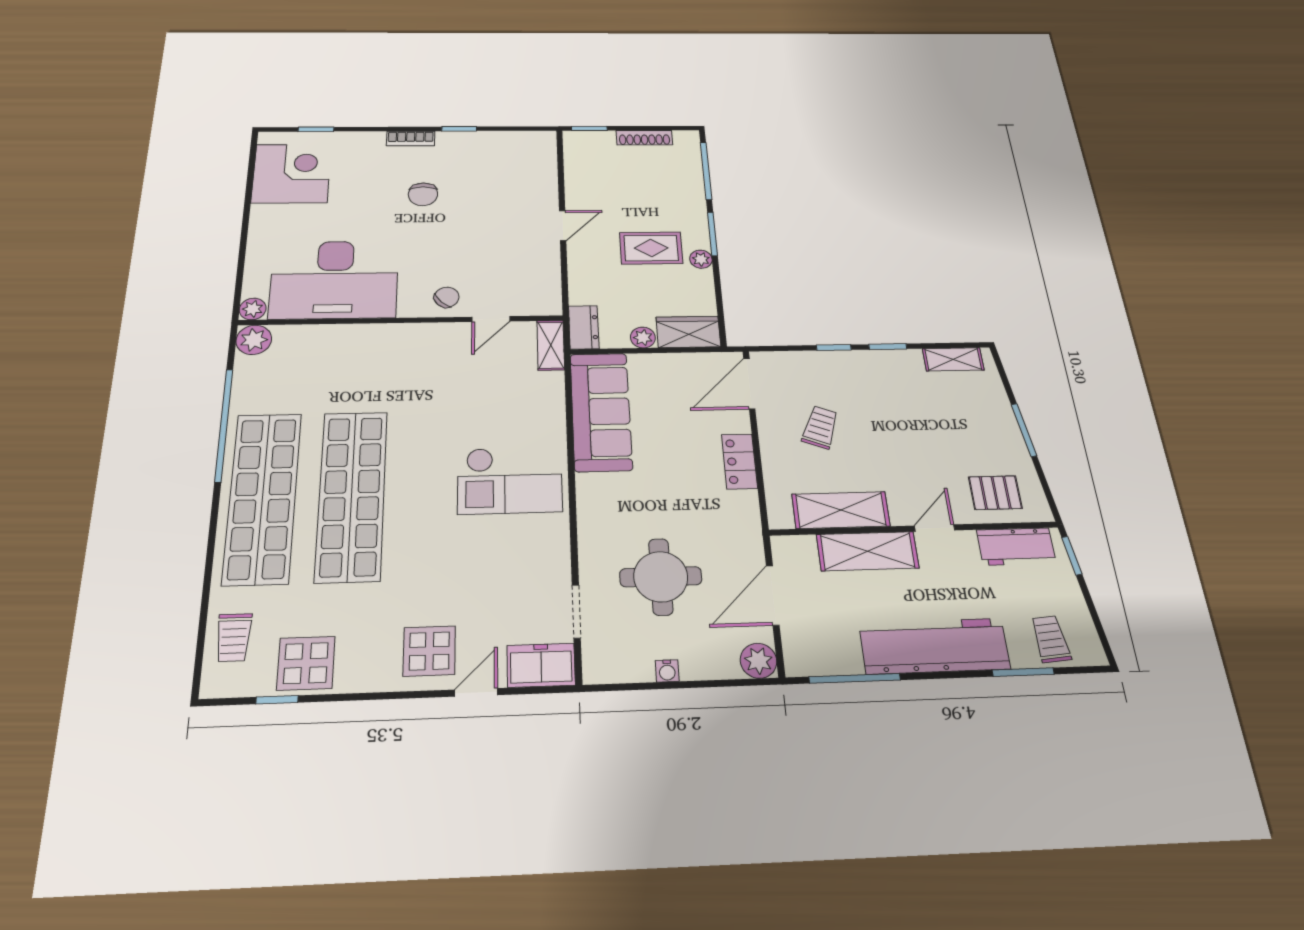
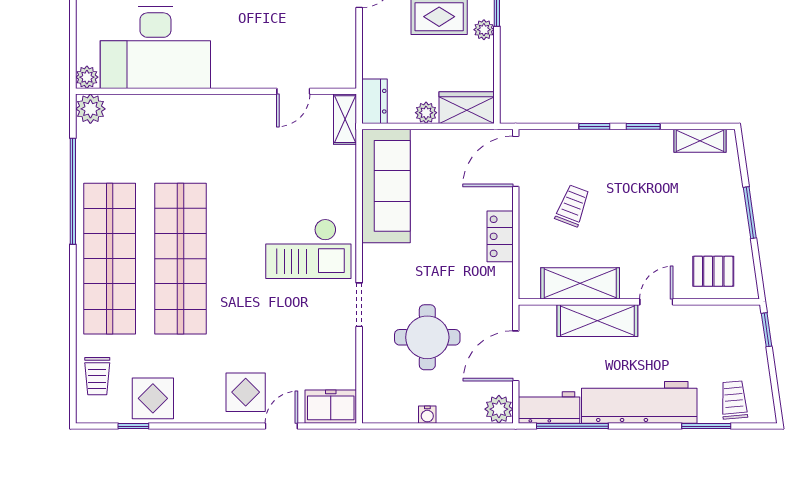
chair: (447, 297) -> (254, 68), removed
workbench: (1016, 547) -> (549, 408), moved, turned 180
doorway: (576, 612) -> (359, 305), moved

